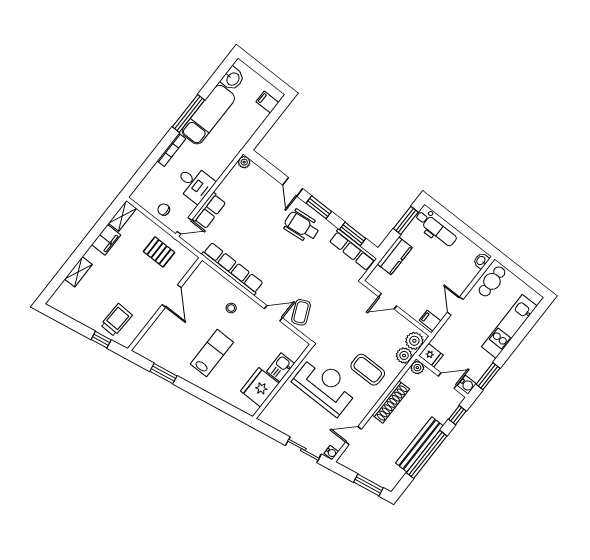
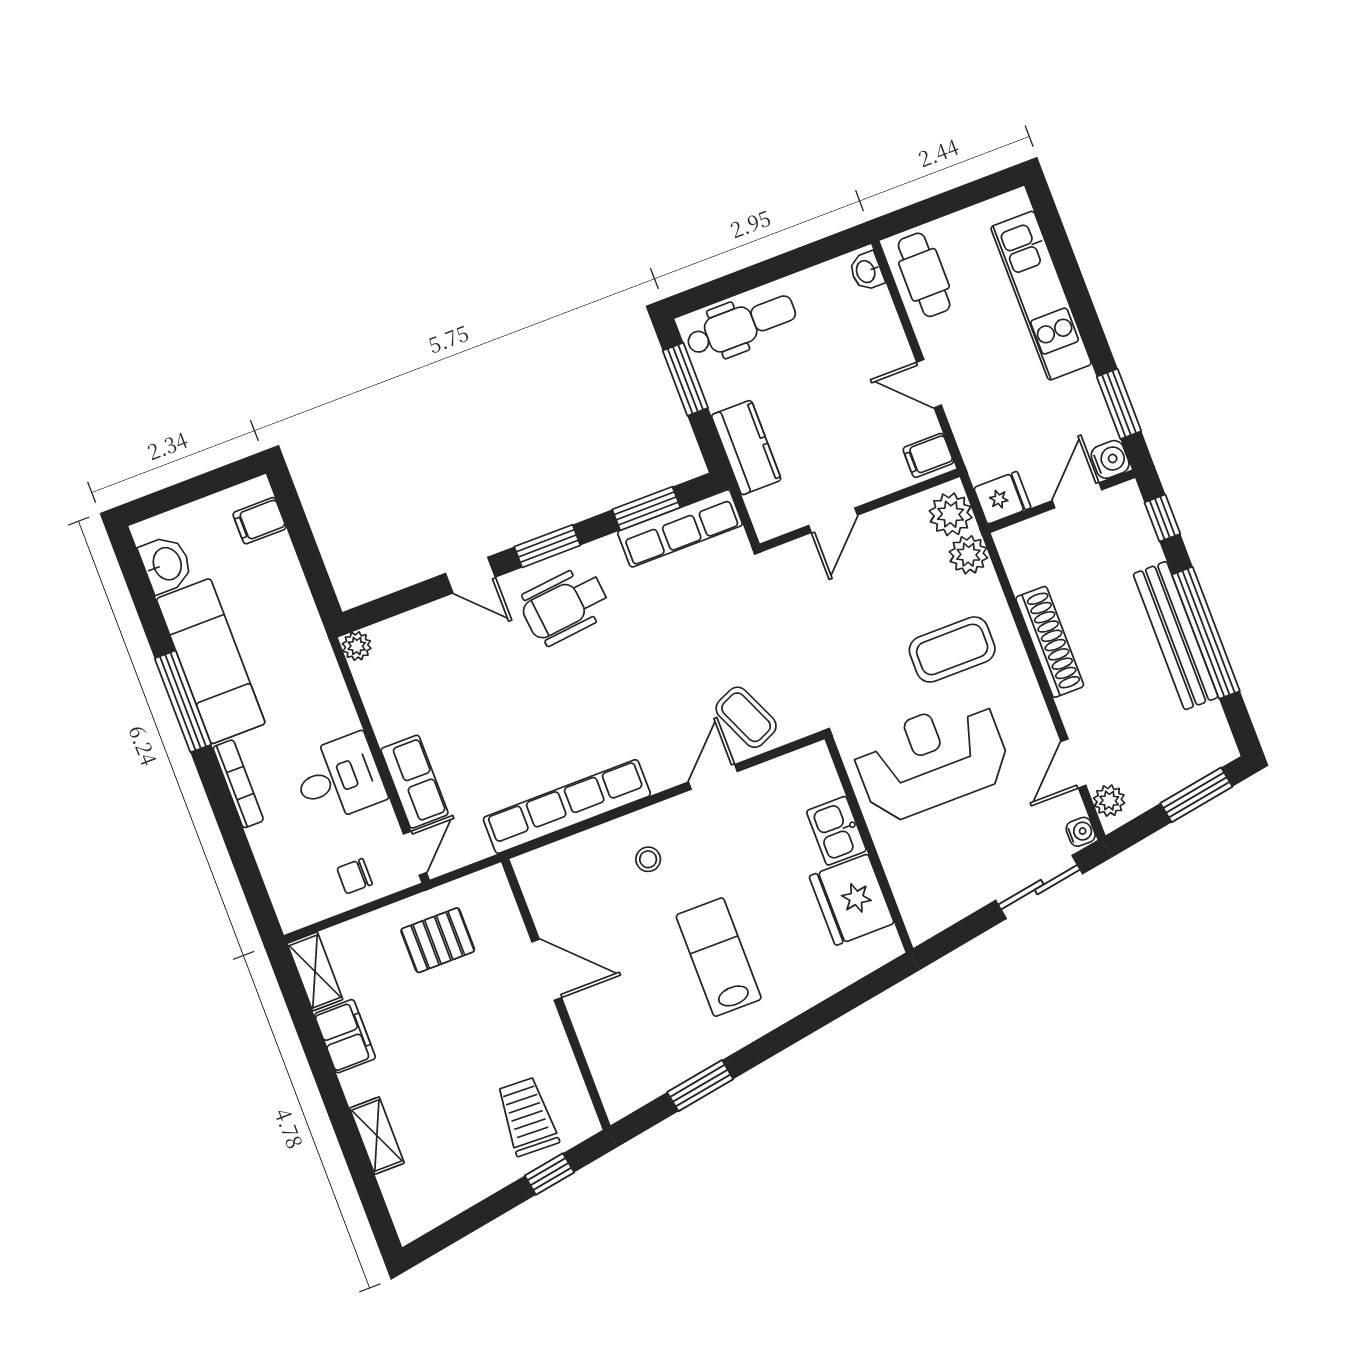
plant: (417, 368) -> (1109, 801), moved

